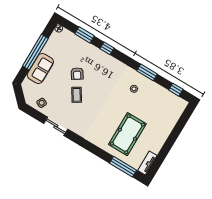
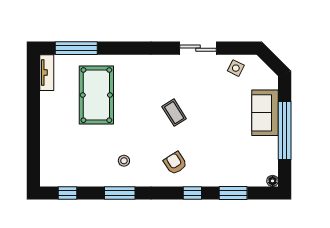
armchair: (77, 74) -> (175, 163), moved
coffee table: (77, 95) -> (174, 113), moved

